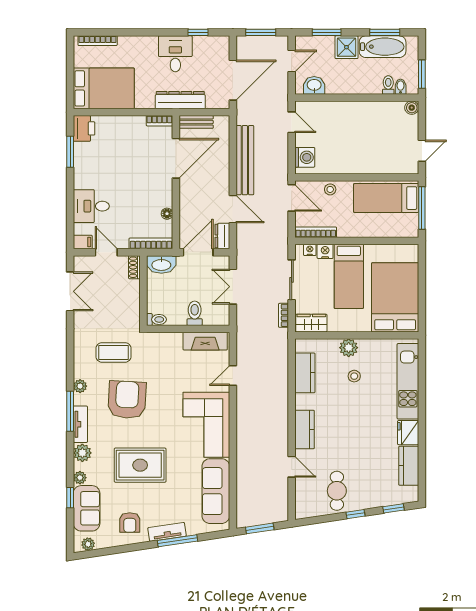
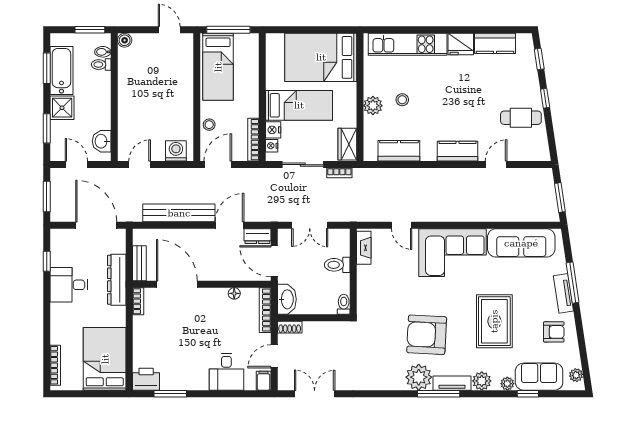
fireplace: (205, 341) -> (364, 248), width x0.73, depth x0.76
coffee table: (114, 352) -> (378, 349), removed
plant: (80, 386) -> (419, 377), width x1.88, depth x1.88

